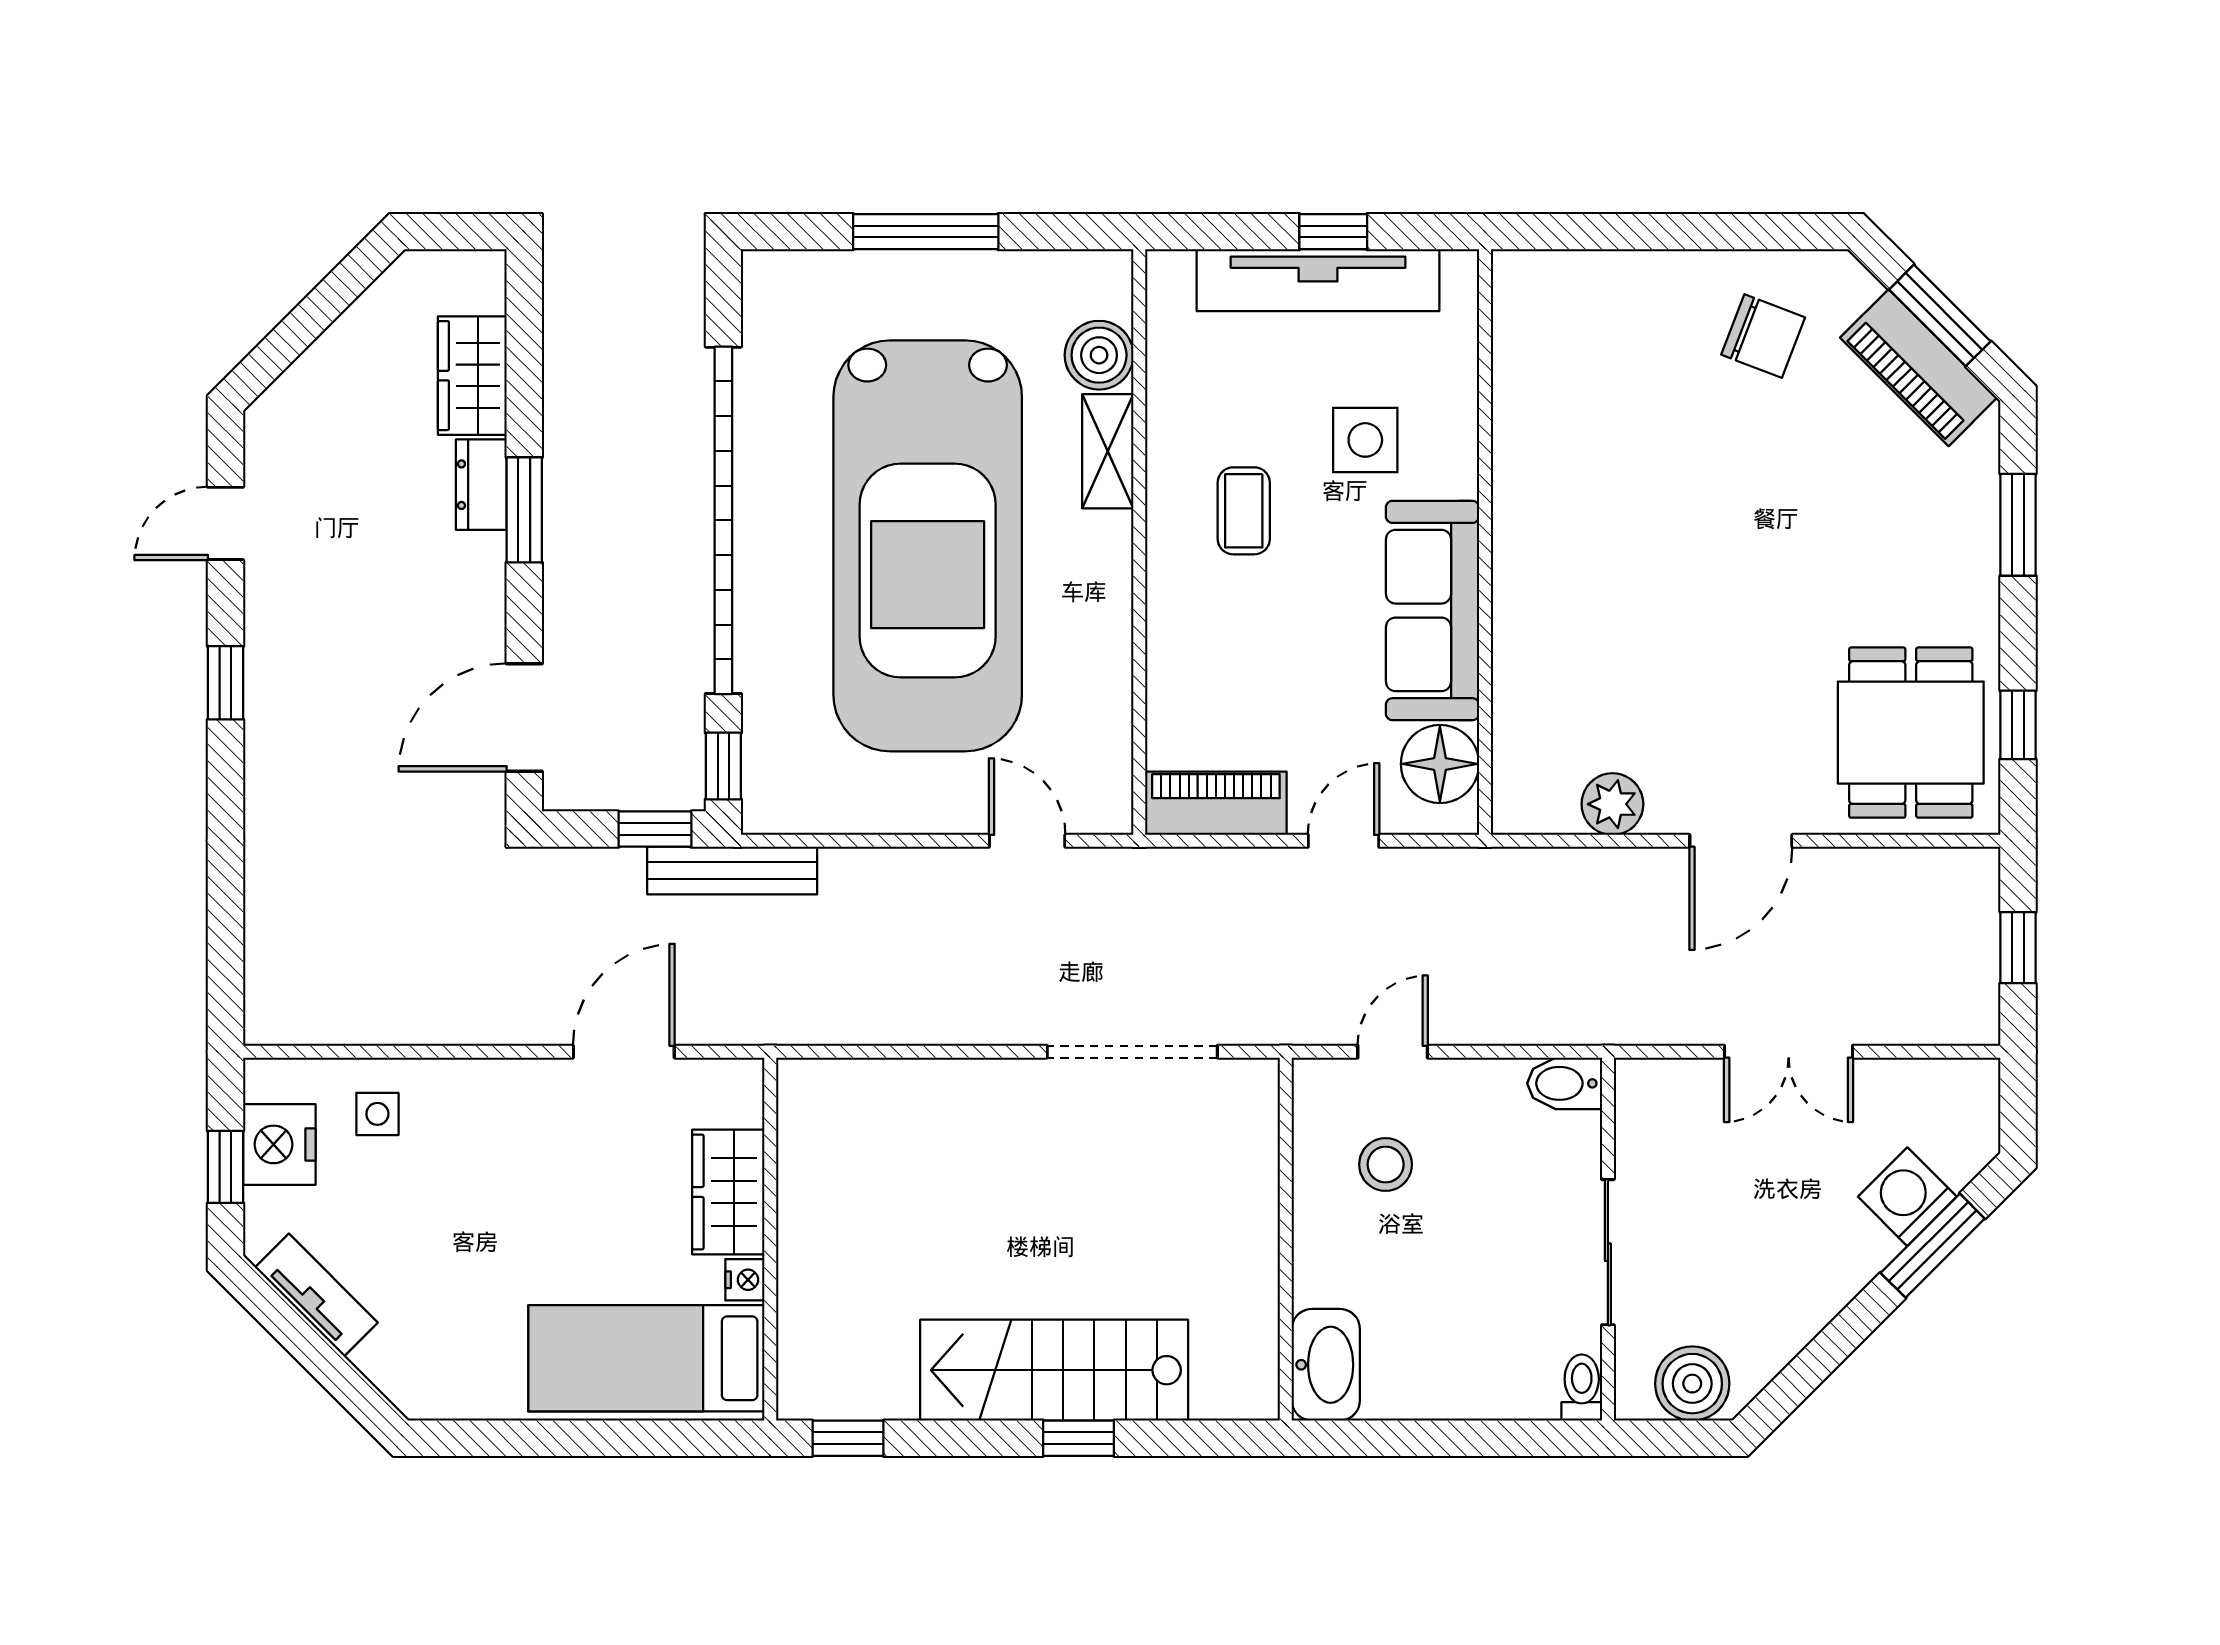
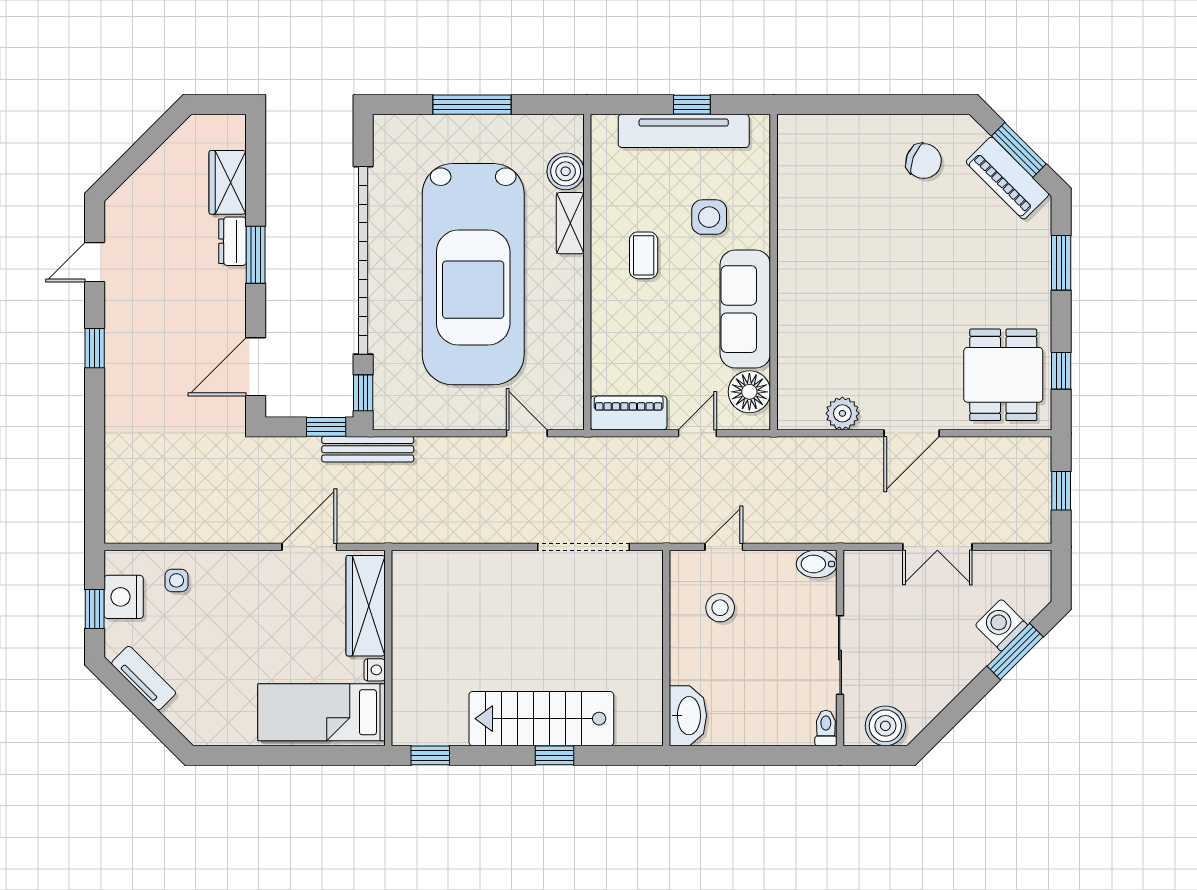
wardrobe: (728, 1192) -> (366, 606), width x1.50

